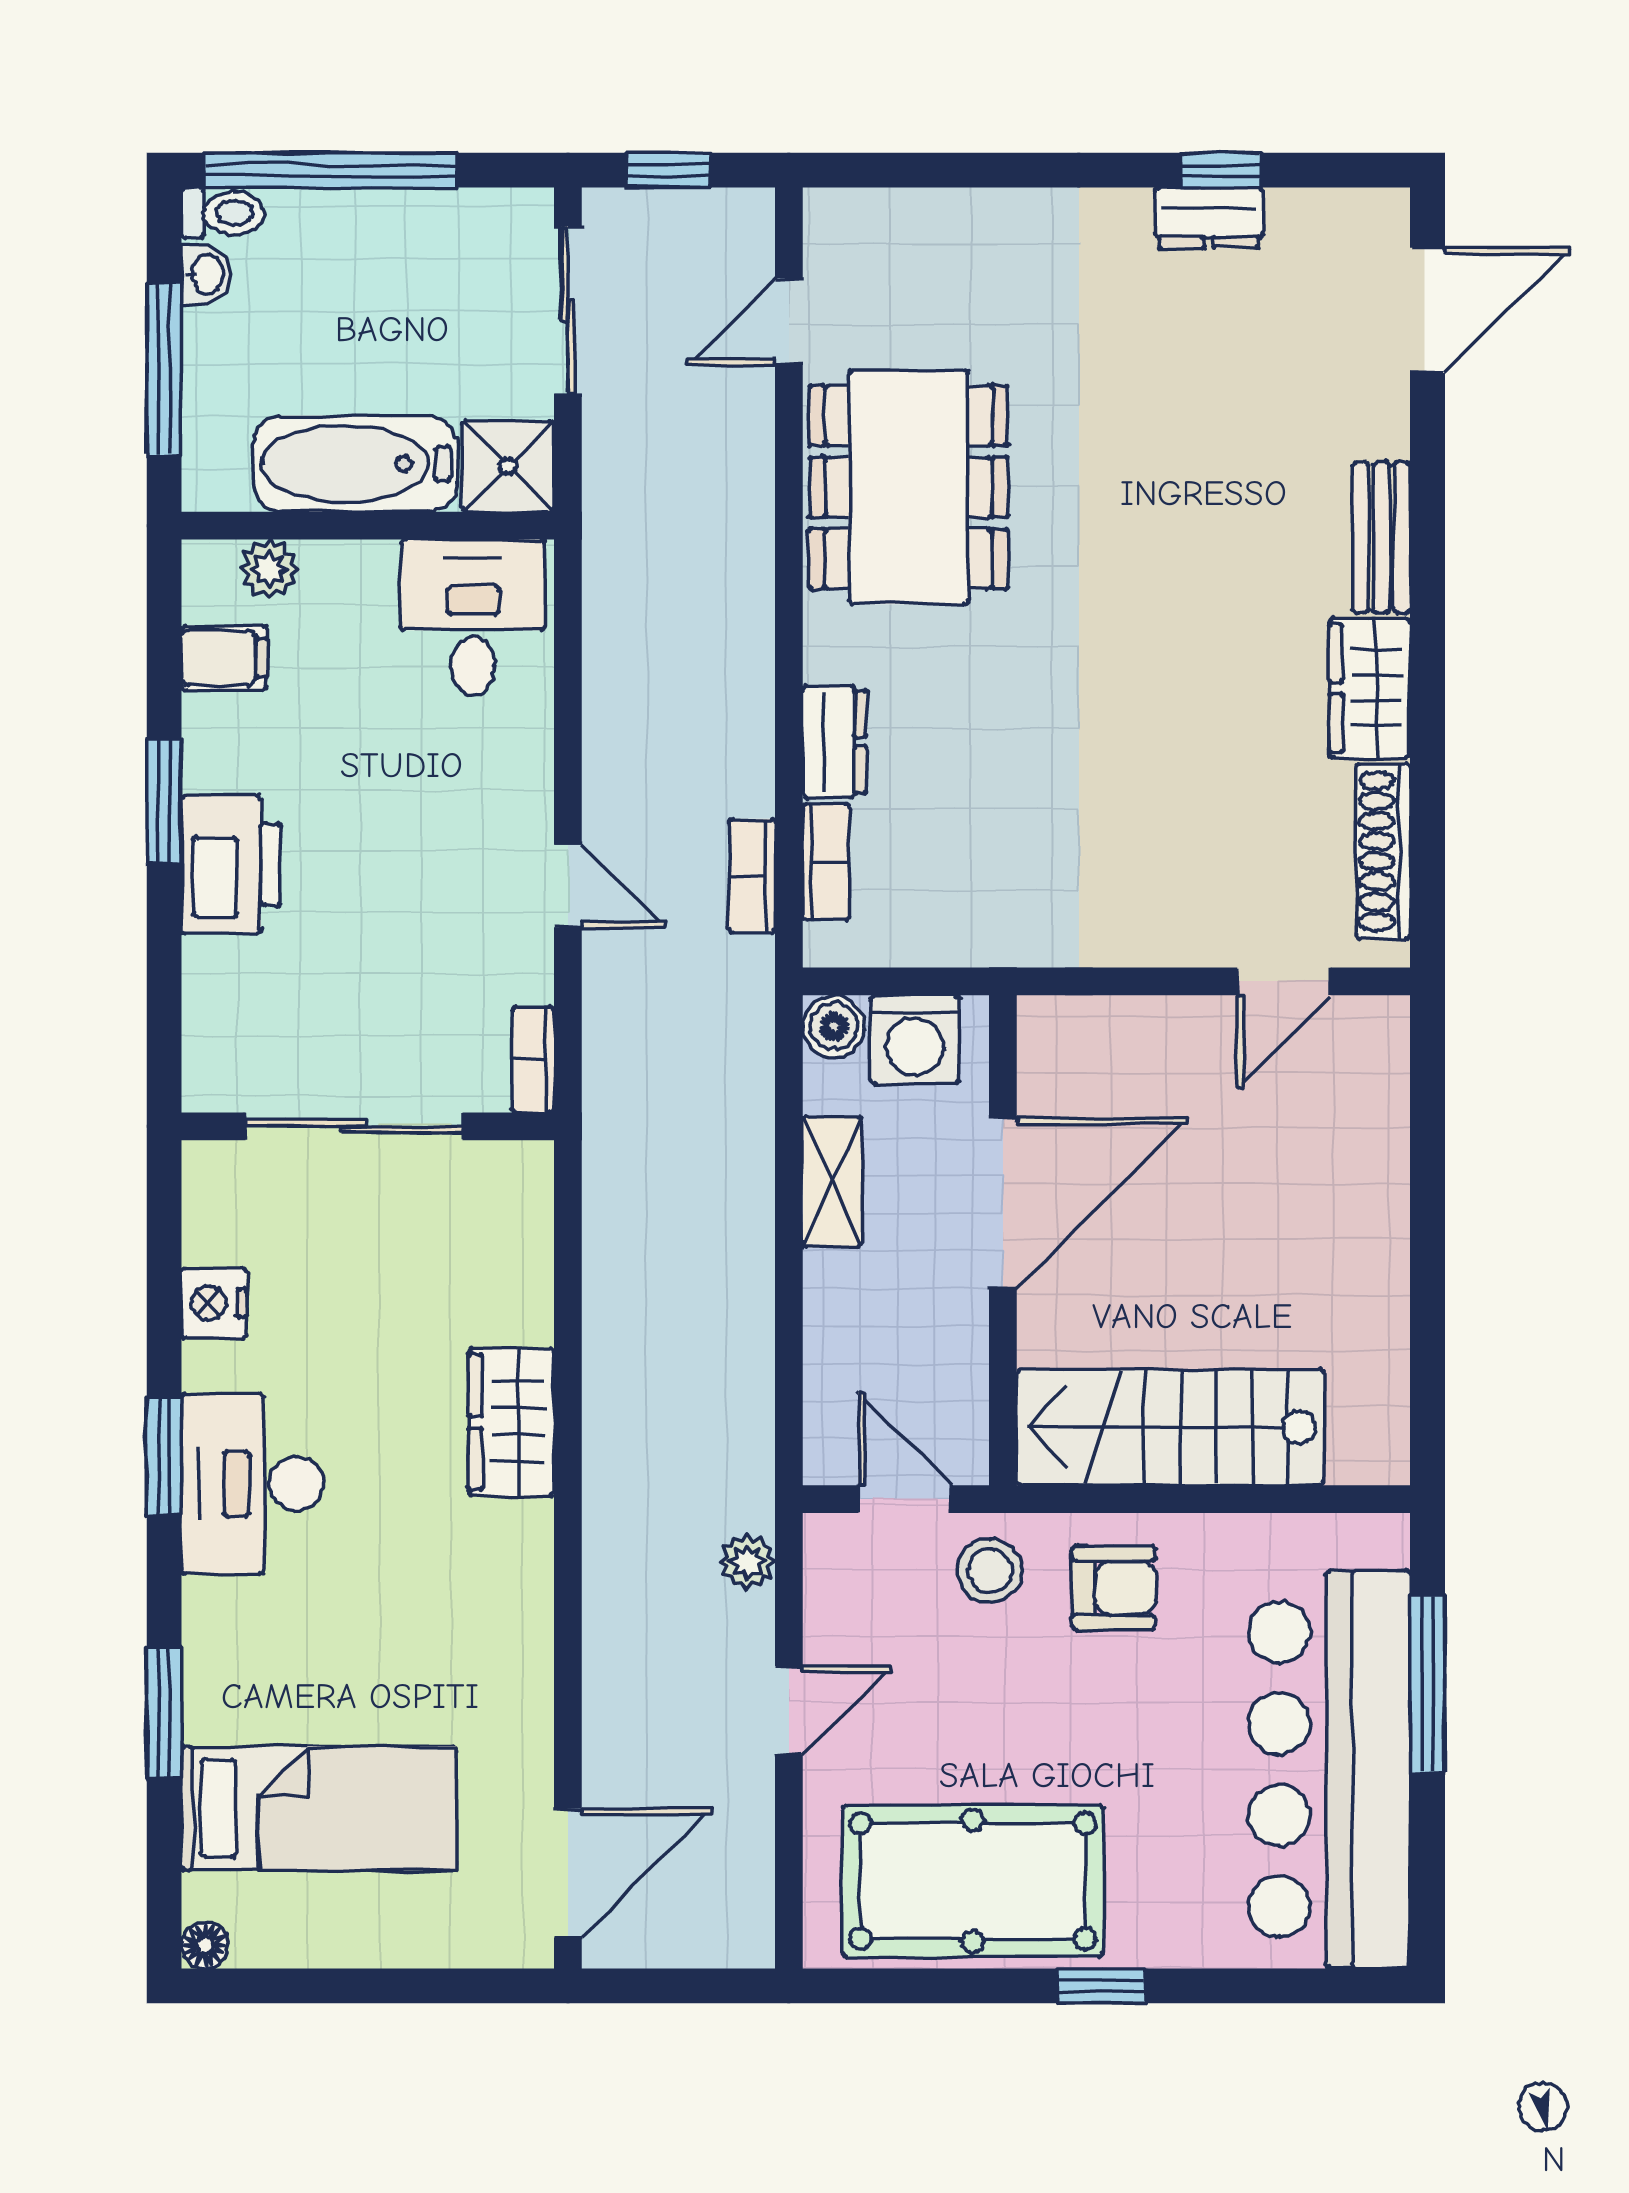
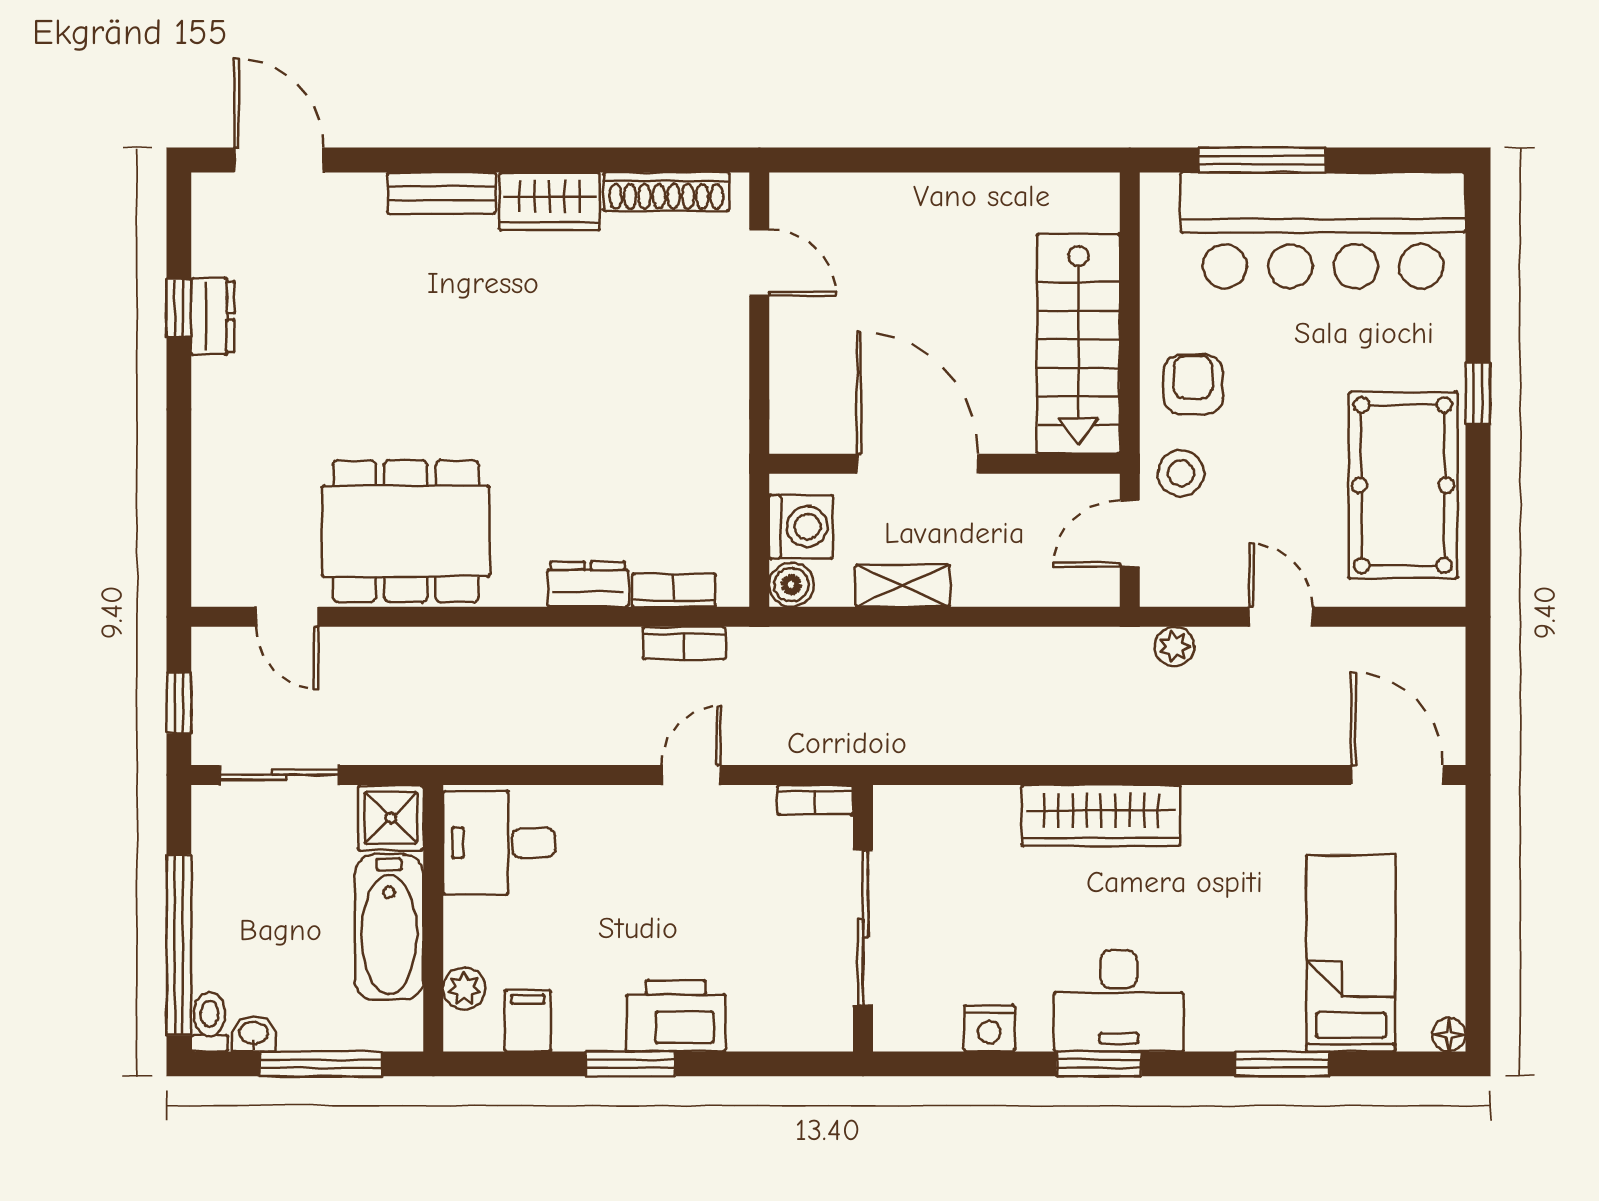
wardrobe: (511, 1422) -> (1101, 815), width x1.50

